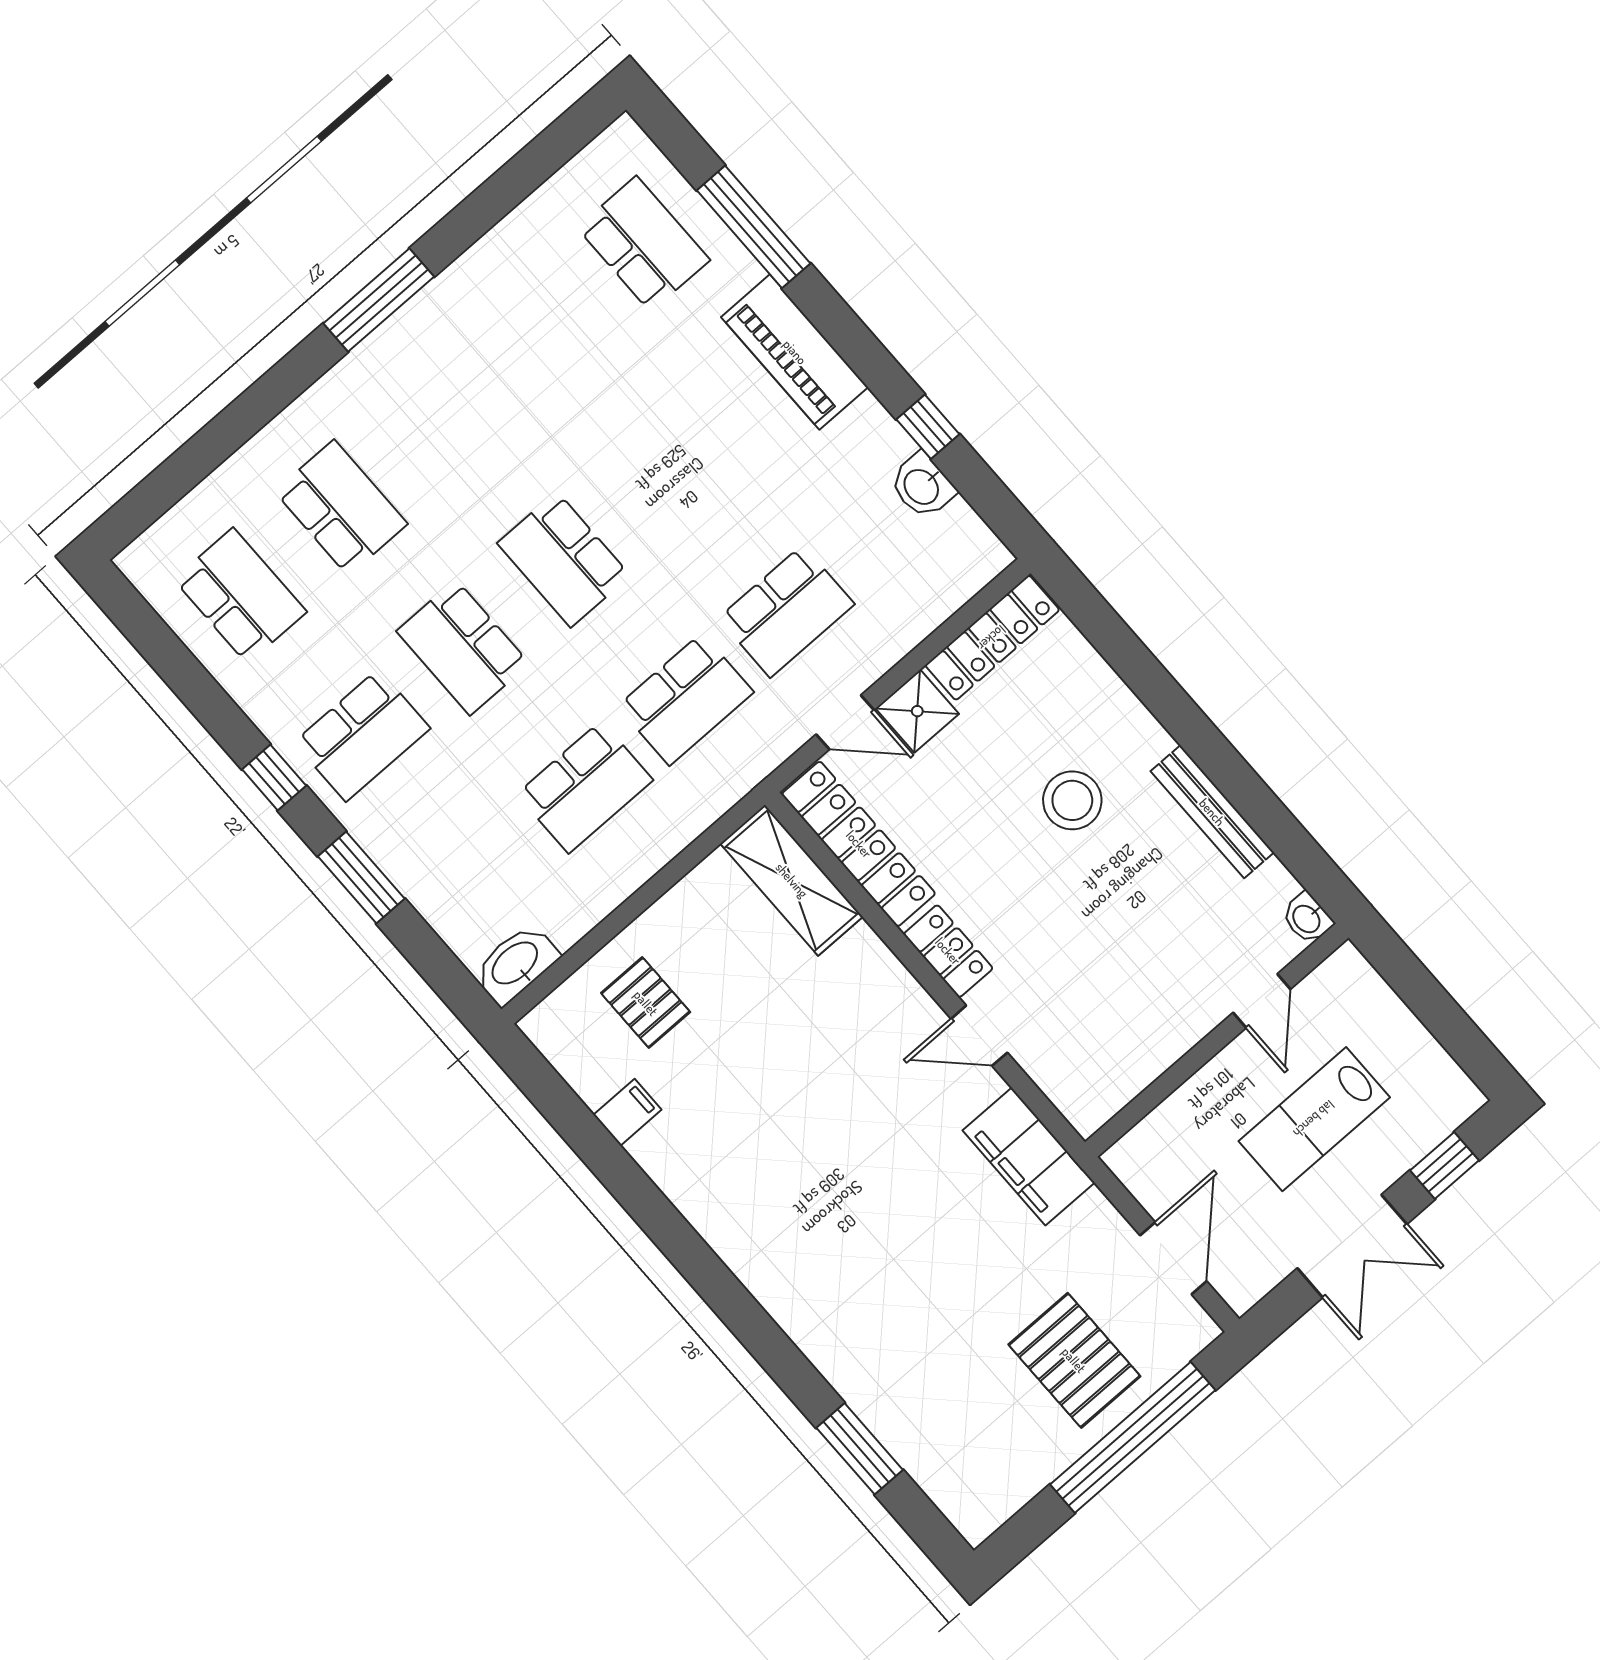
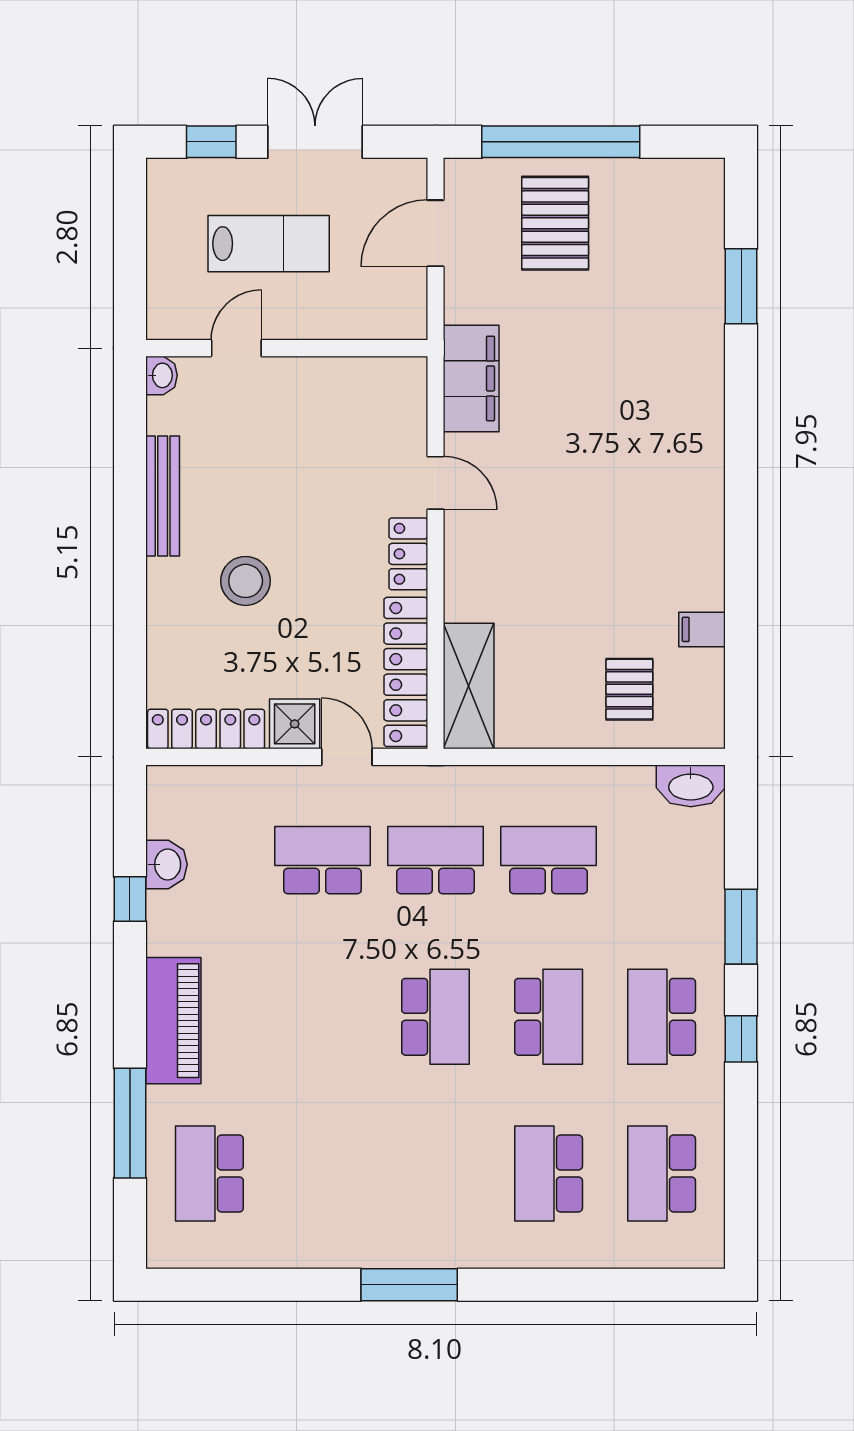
school desk: (362, 735) -> (662, 1017), turned -90

